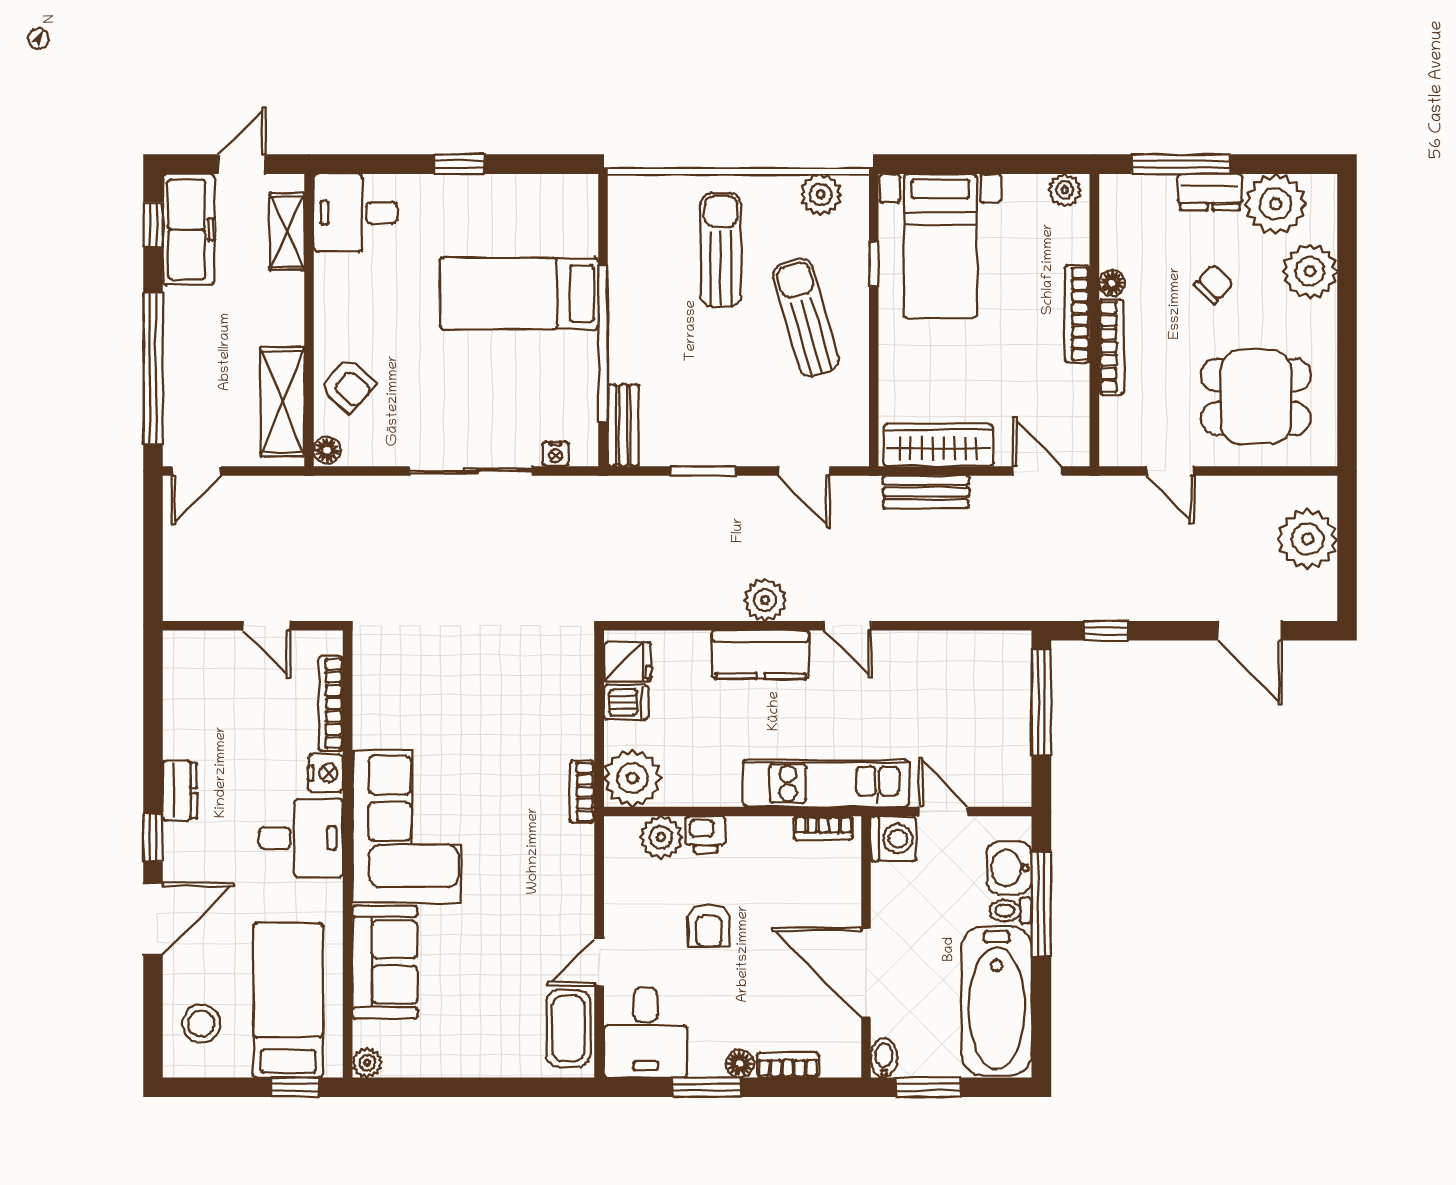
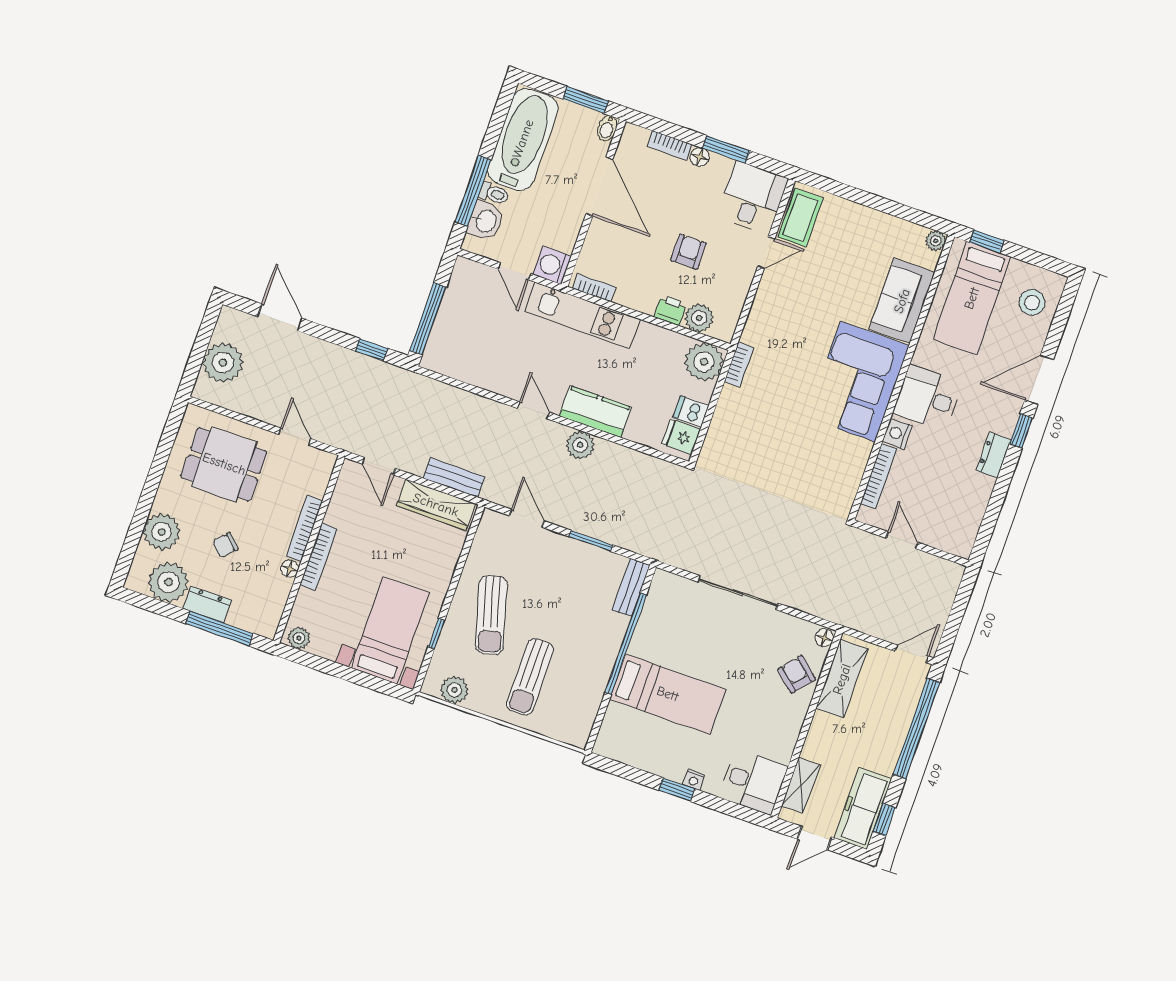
nightstand: (556, 454) -> (694, 780), moved, turned 180

